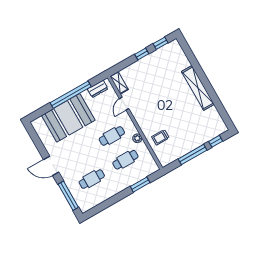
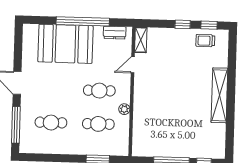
trolley: (160, 137) -> (205, 41), moved

